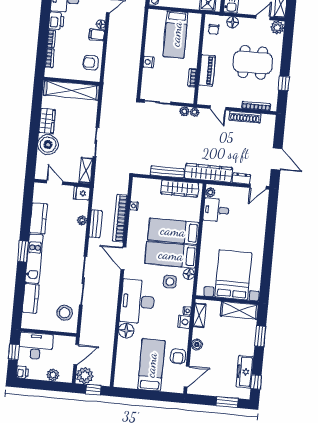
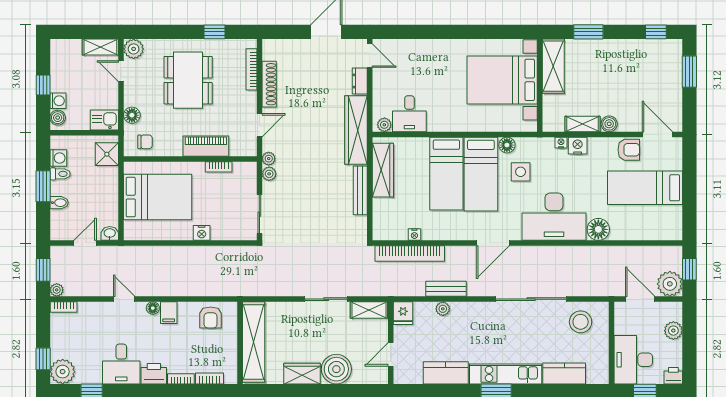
bed: (176, 34) -> (158, 197), width x1.50
bookcase: (120, 218) -> (410, 254), moved
shelving: (199, 315) -> (582, 124), moved
freezer: (245, 372) -> (642, 50), removed

